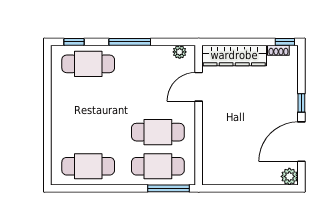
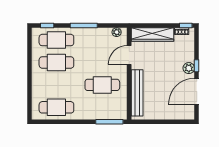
bench: (211, 144) -> (137, 93), added
cafe table: (158, 166) -> (56, 62), moved
plant: (289, 176) -> (189, 68), moved

